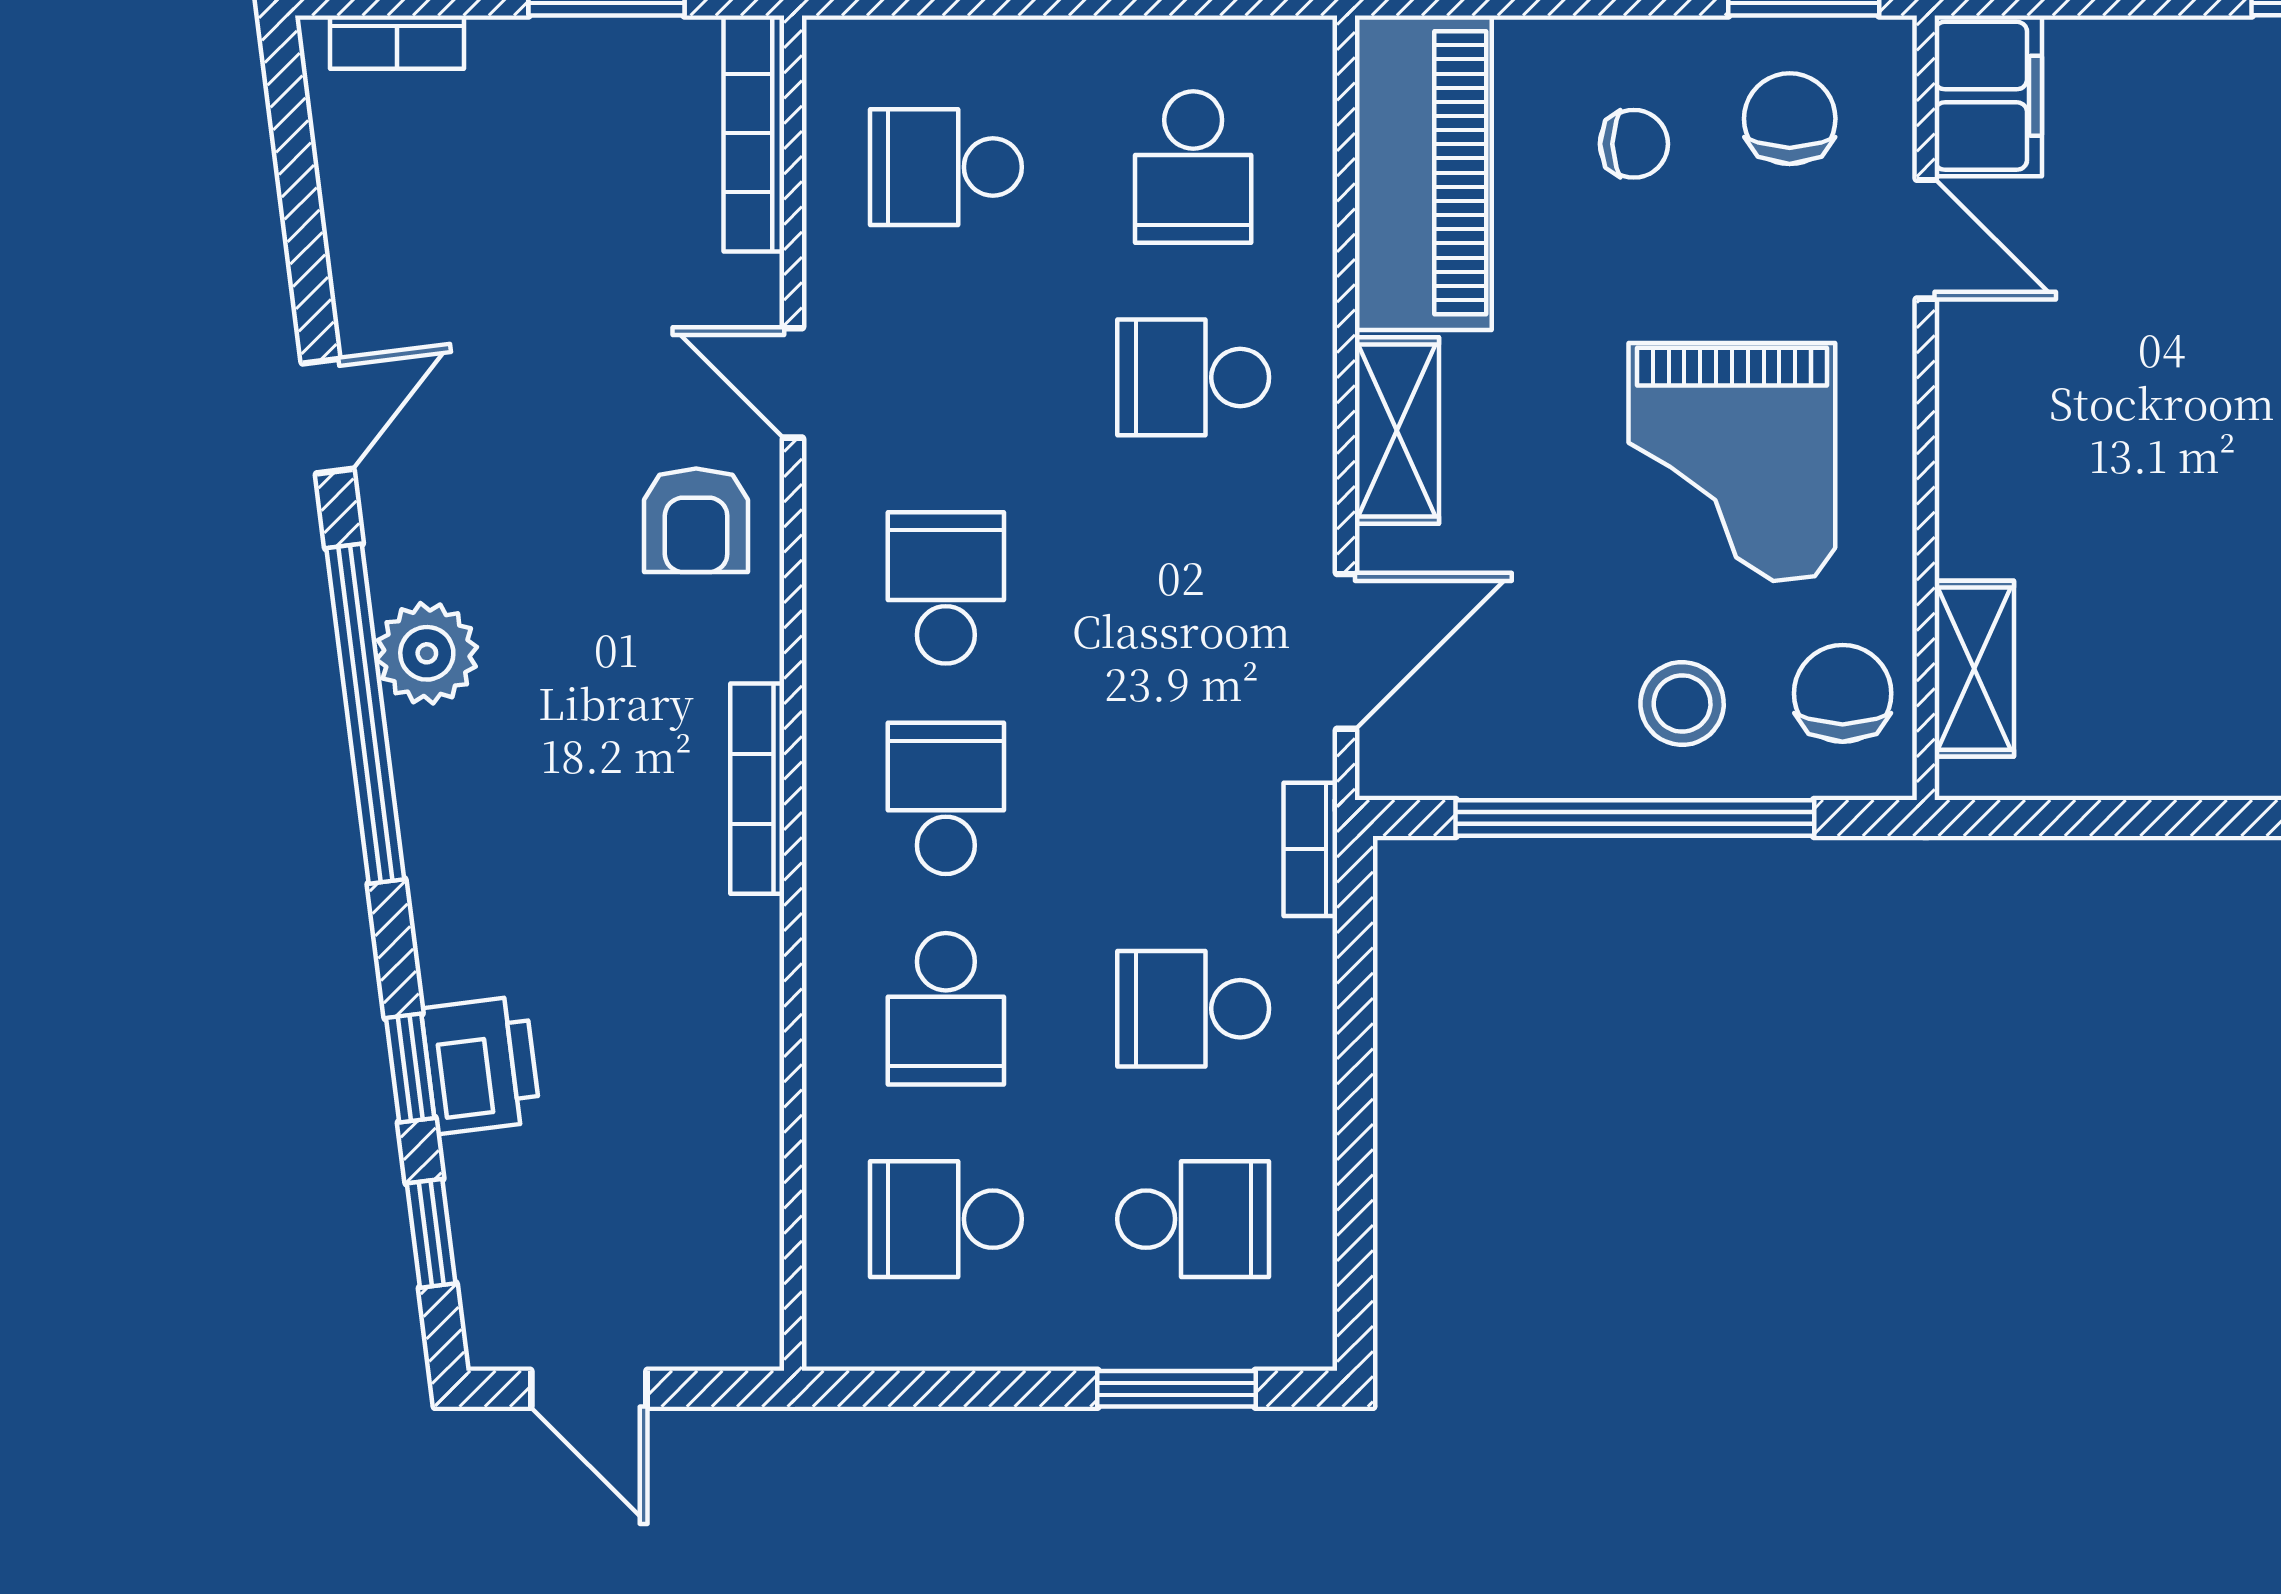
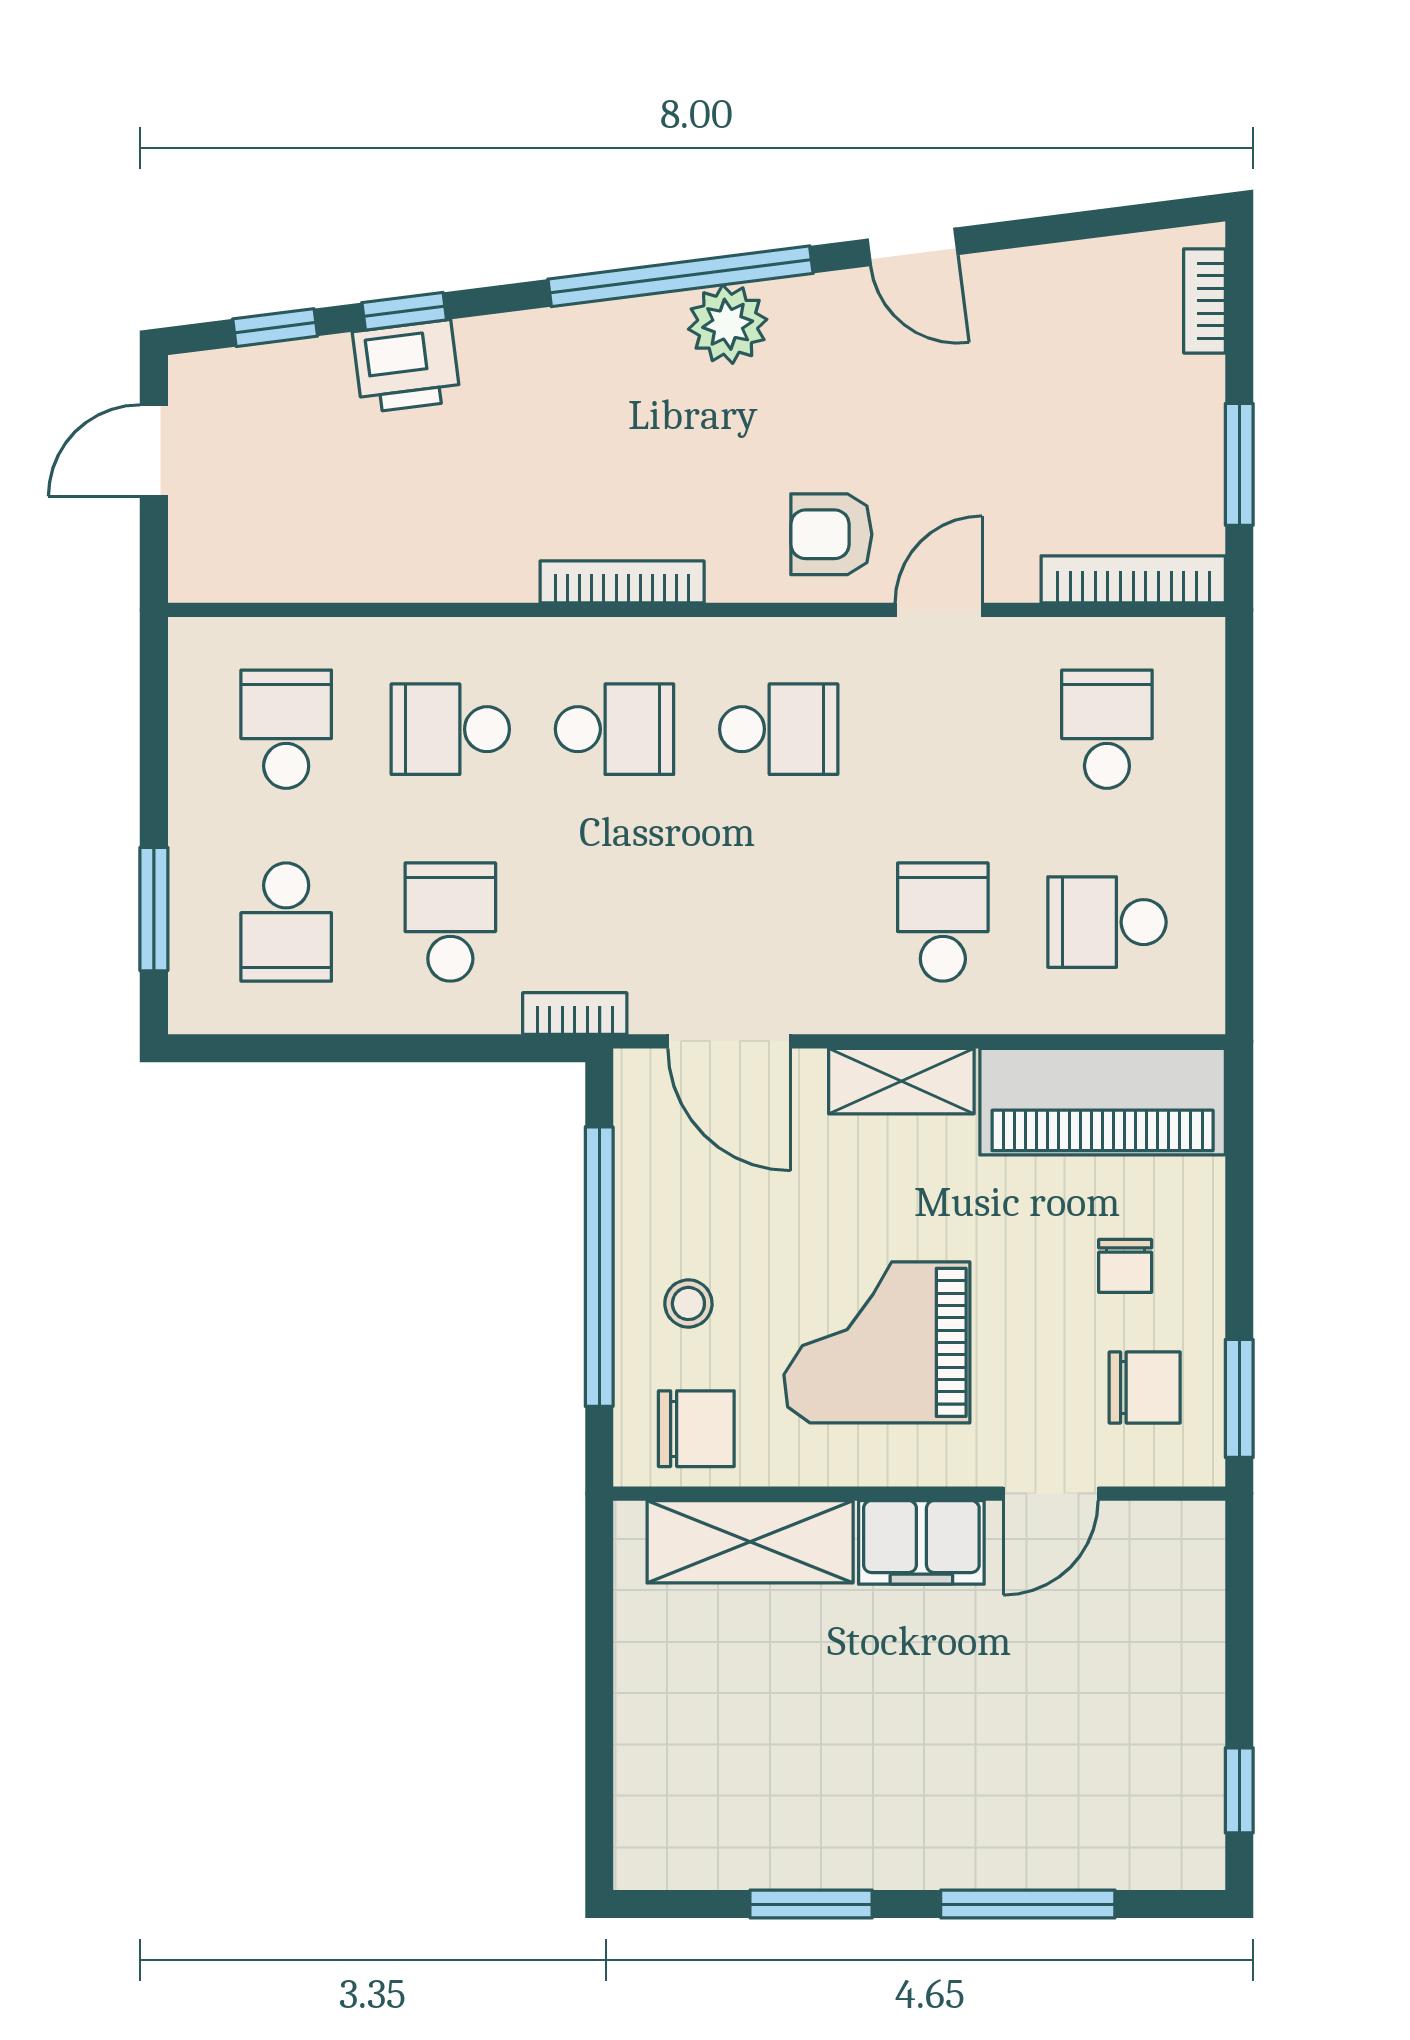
filing cabinet: (1988, 96) -> (921, 1542), moved
shelving: (1974, 669) -> (750, 1542), width x1.50, depth x1.33
stool: (1682, 703) -> (688, 1303), width x0.73, depth x0.73

